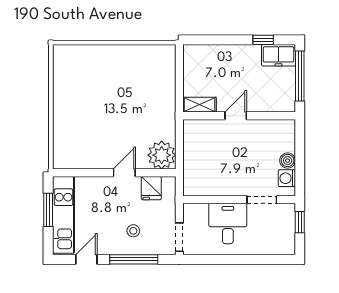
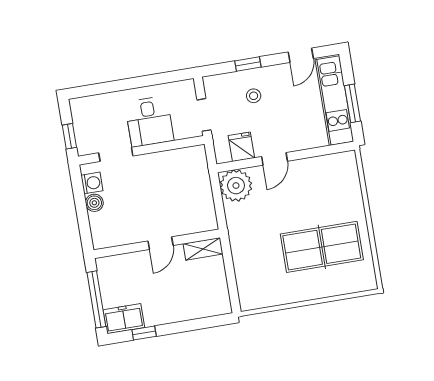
table tennis table: (96, 89) -> (322, 247), added
doorway: (179, 237) -> (204, 115), moved
window: (134, 259) -> (248, 64), width x0.46

